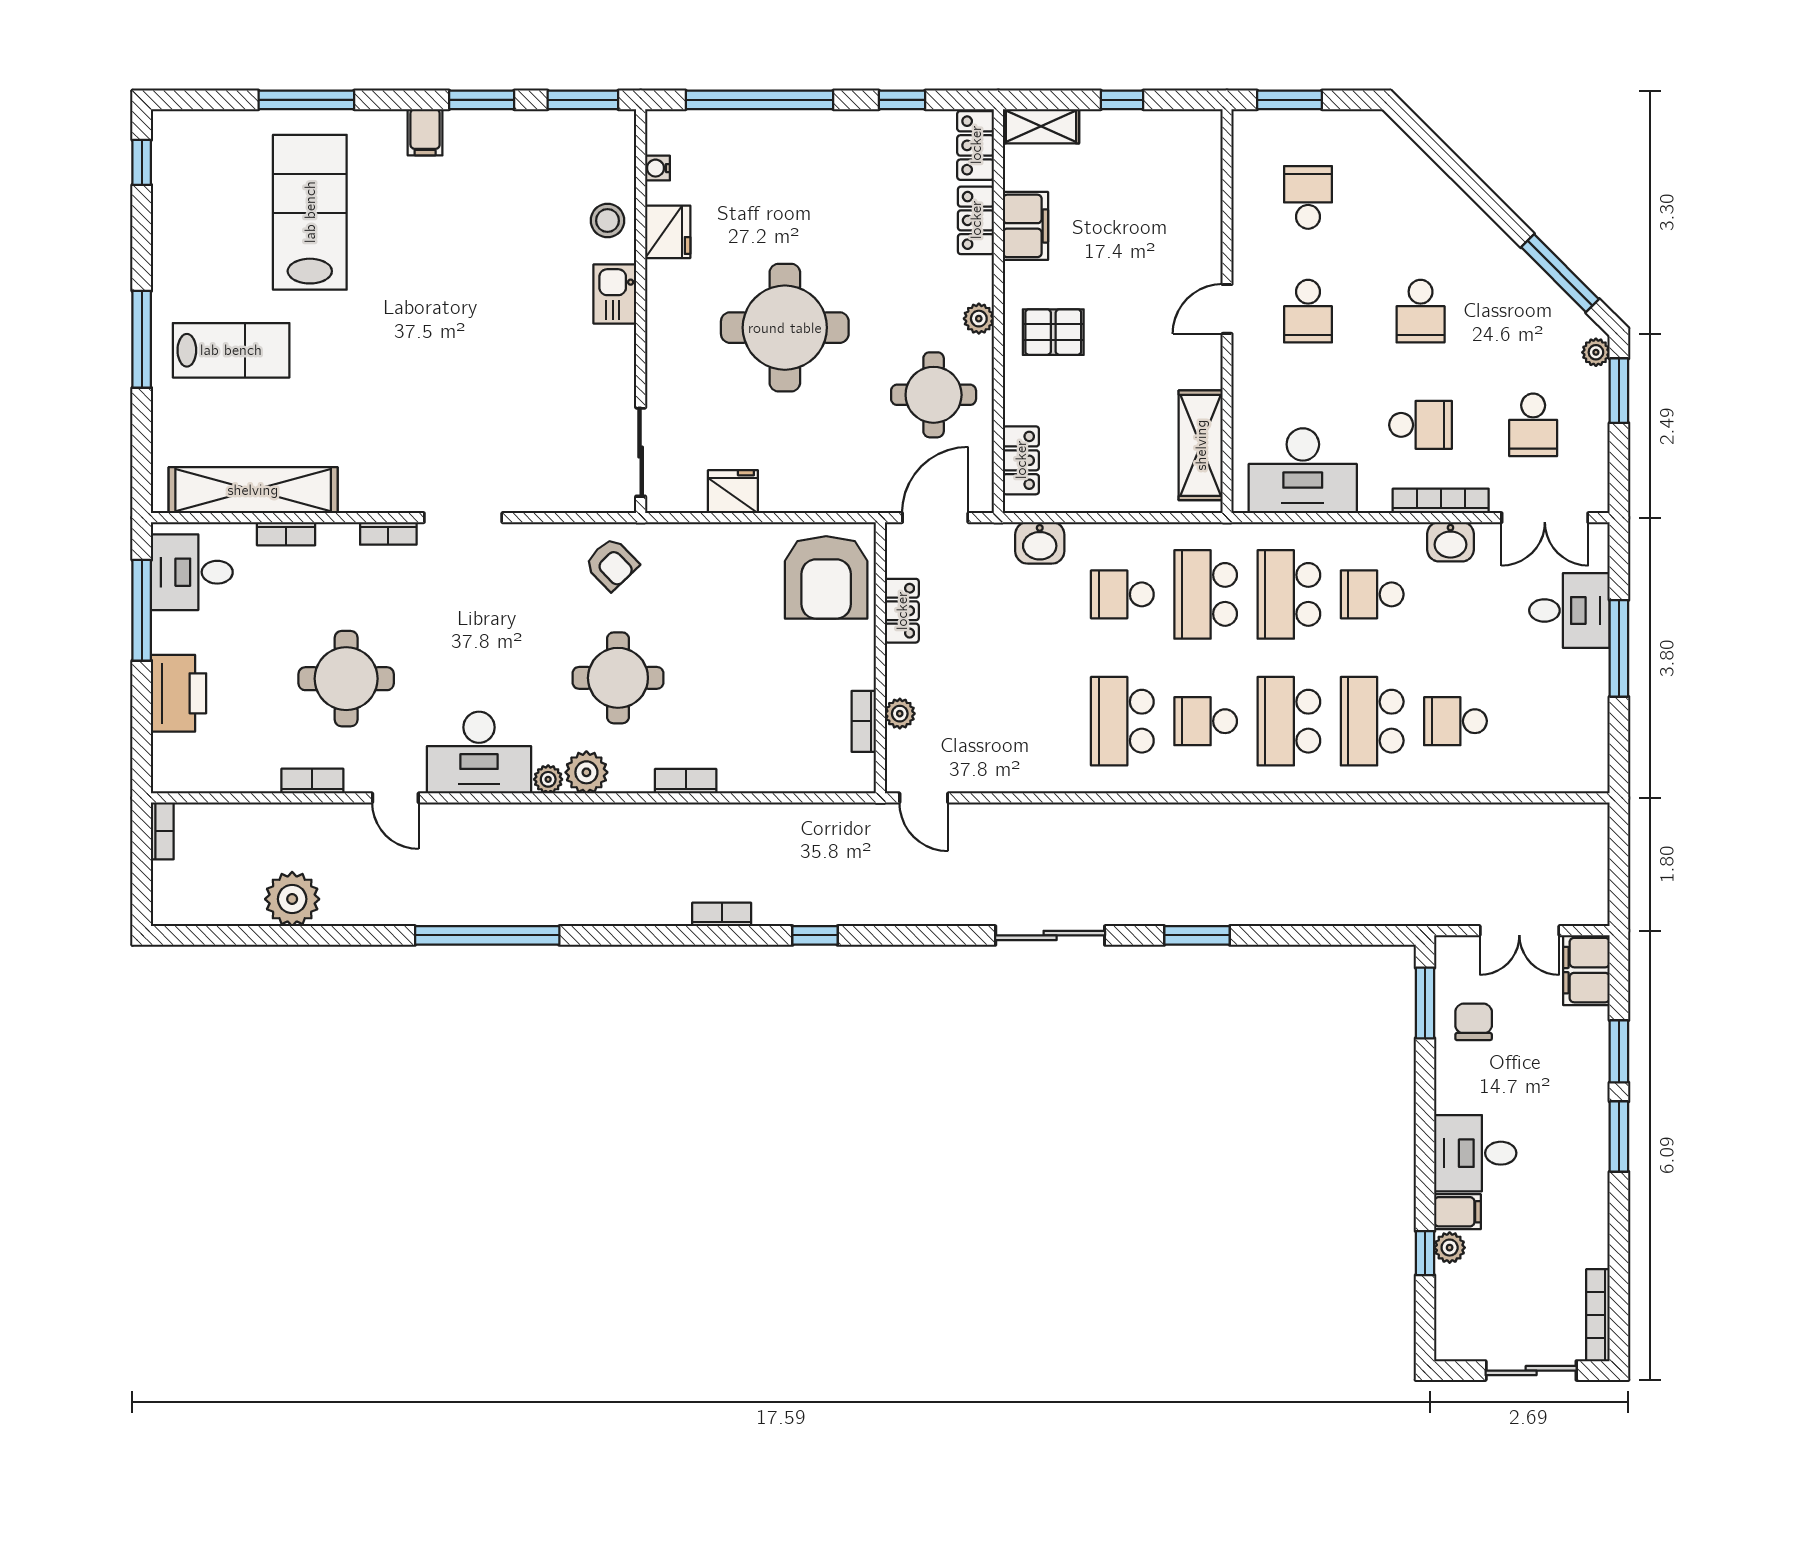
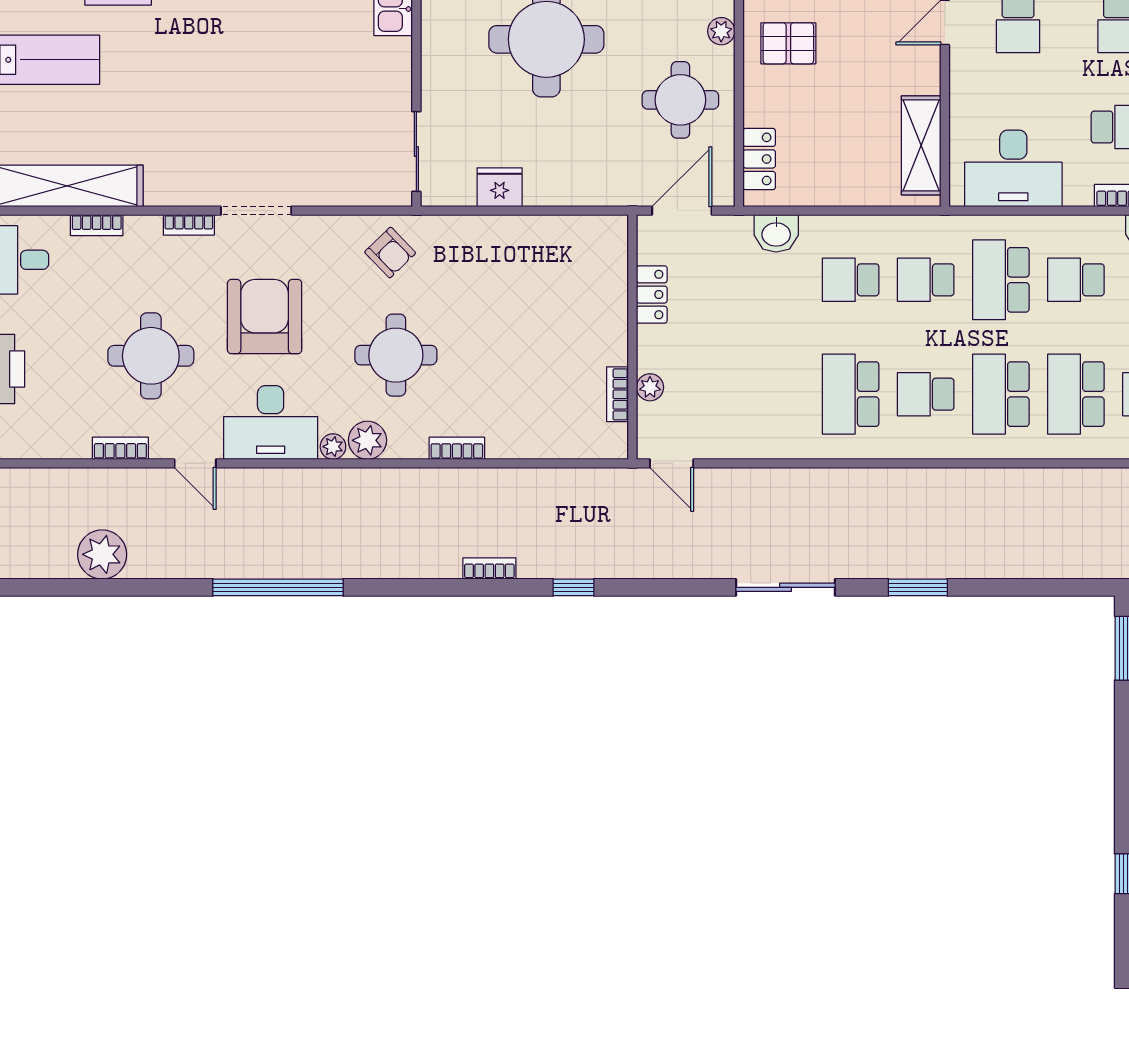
armchair: (826, 577) -> (265, 317), moved, turned 180
school desk: (1206, 594) -> (926, 280), width x0.54

